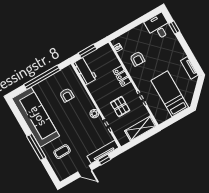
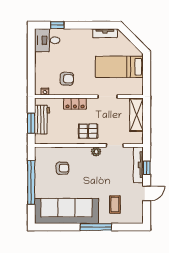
workbench: (85, 71) -> (42, 120), moved, turned 90
pallet: (120, 107) -> (88, 131), moved

